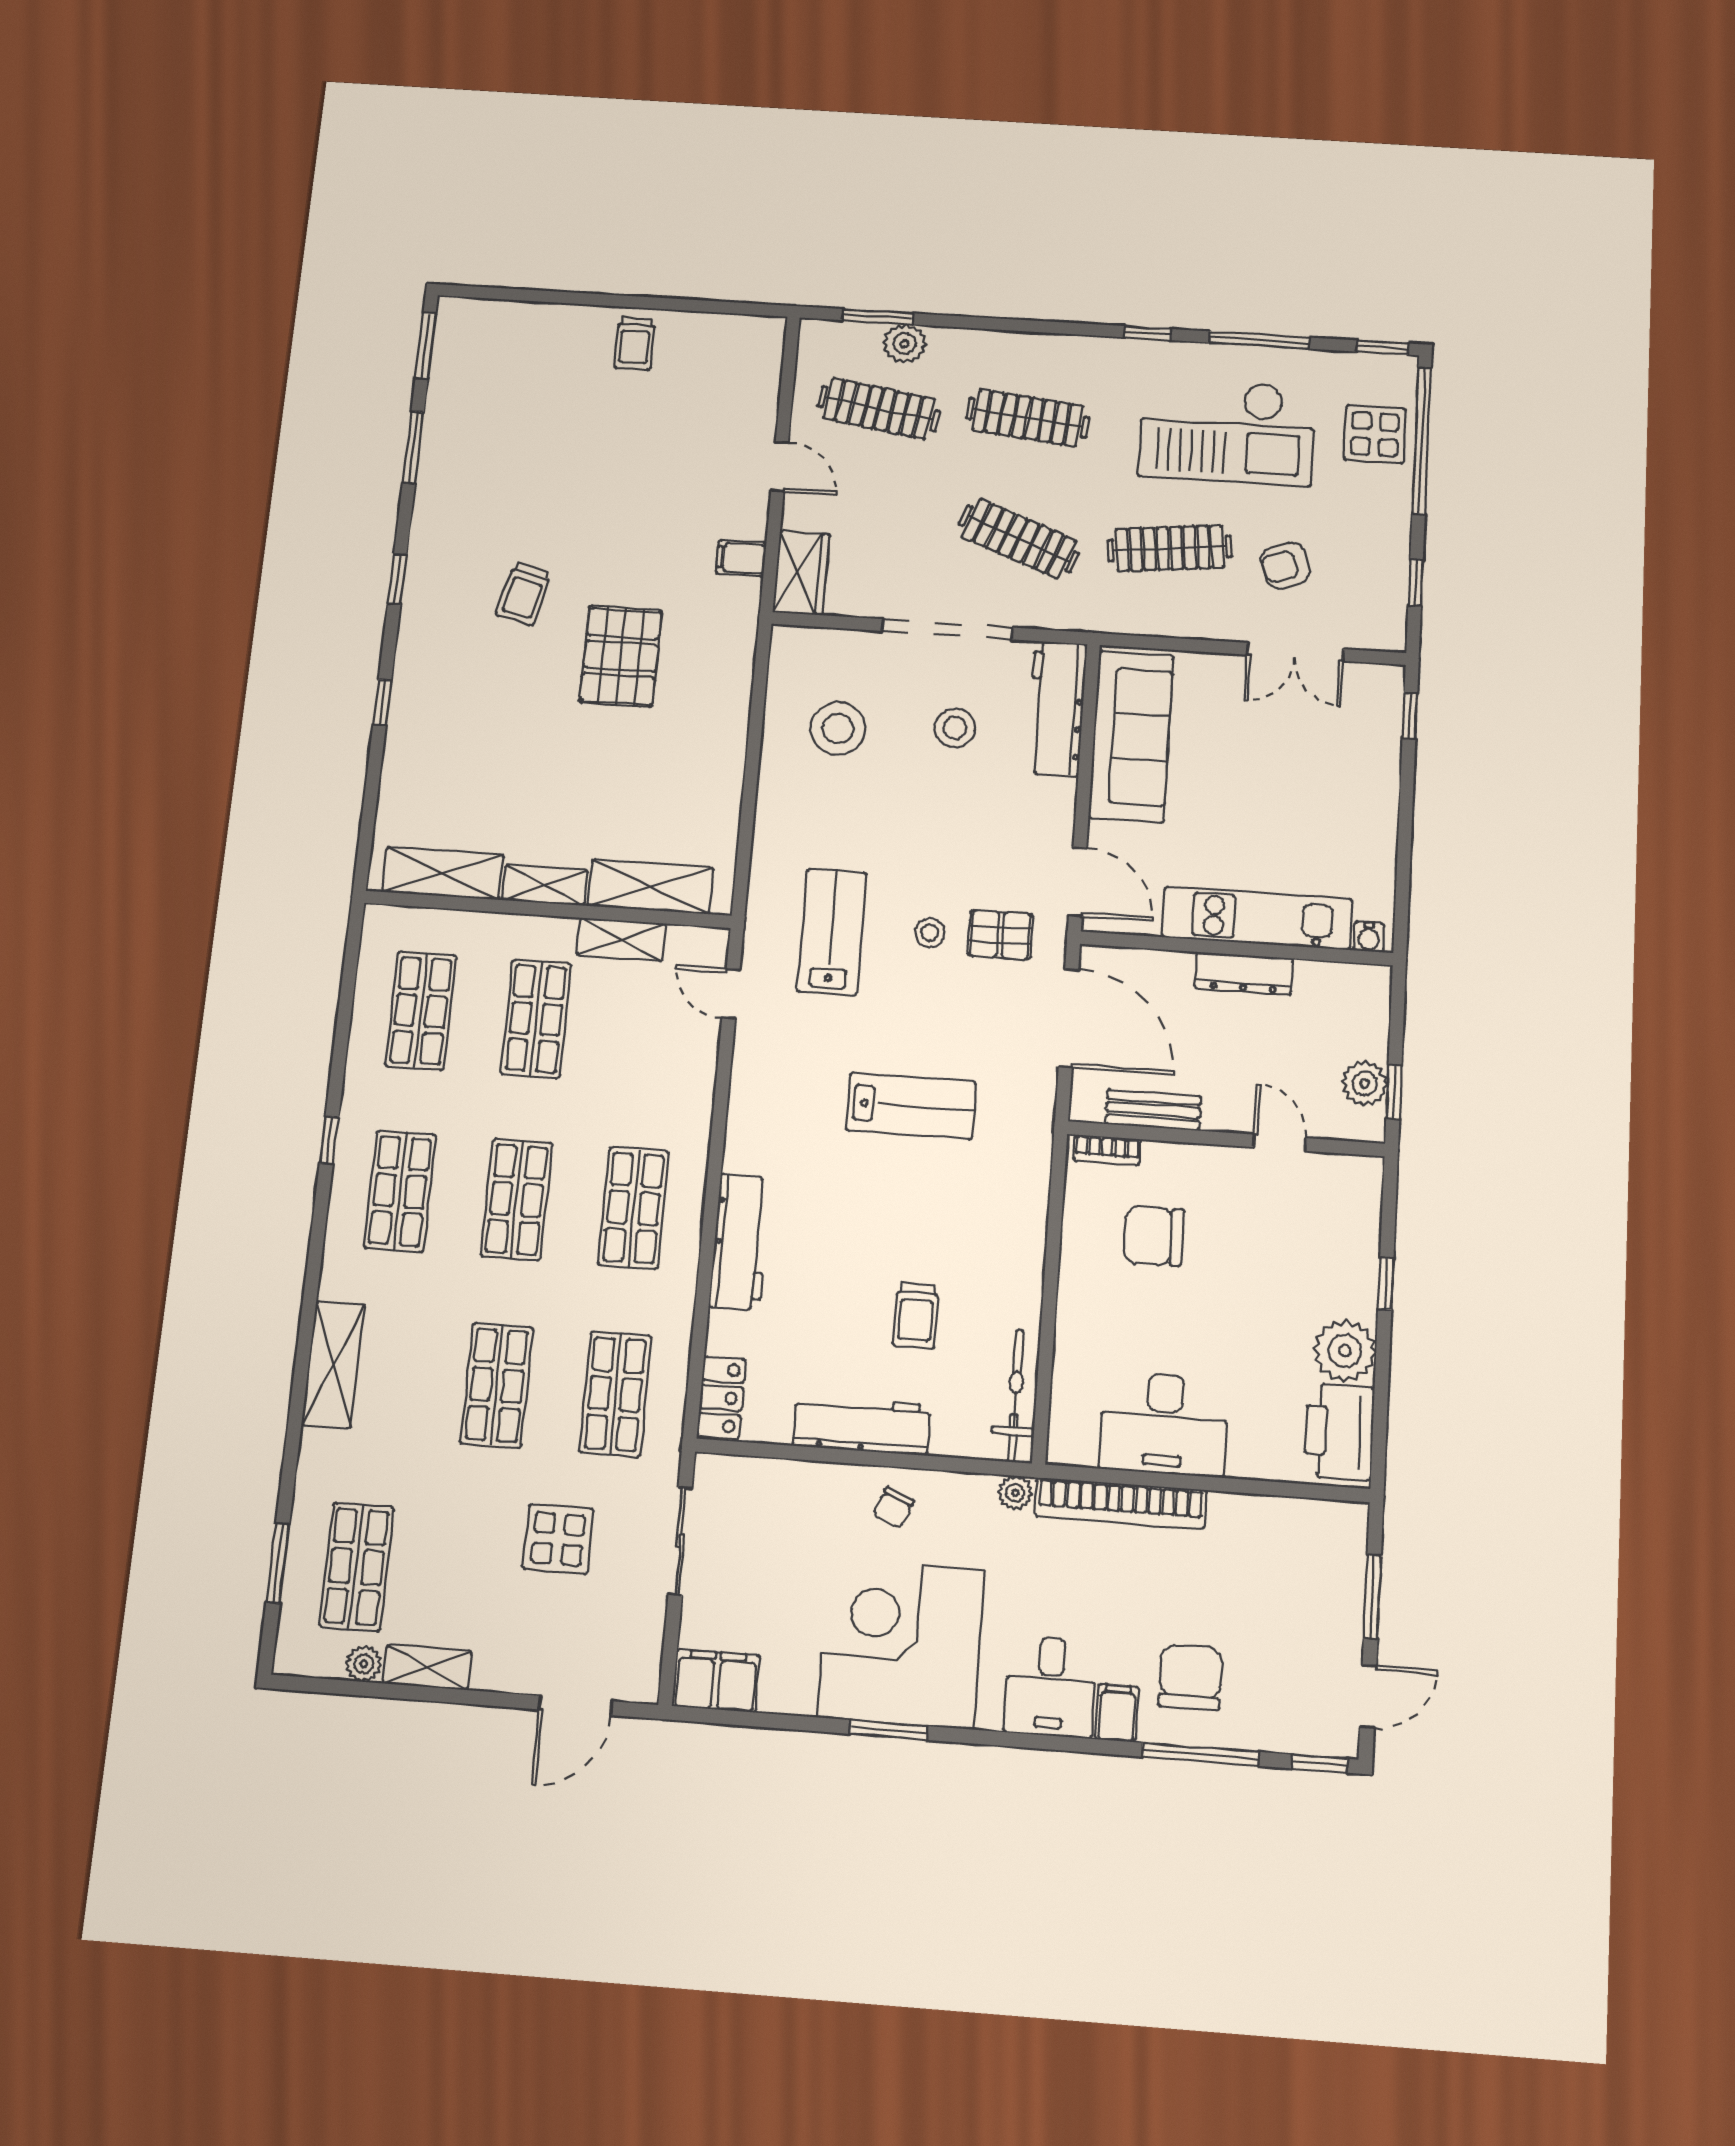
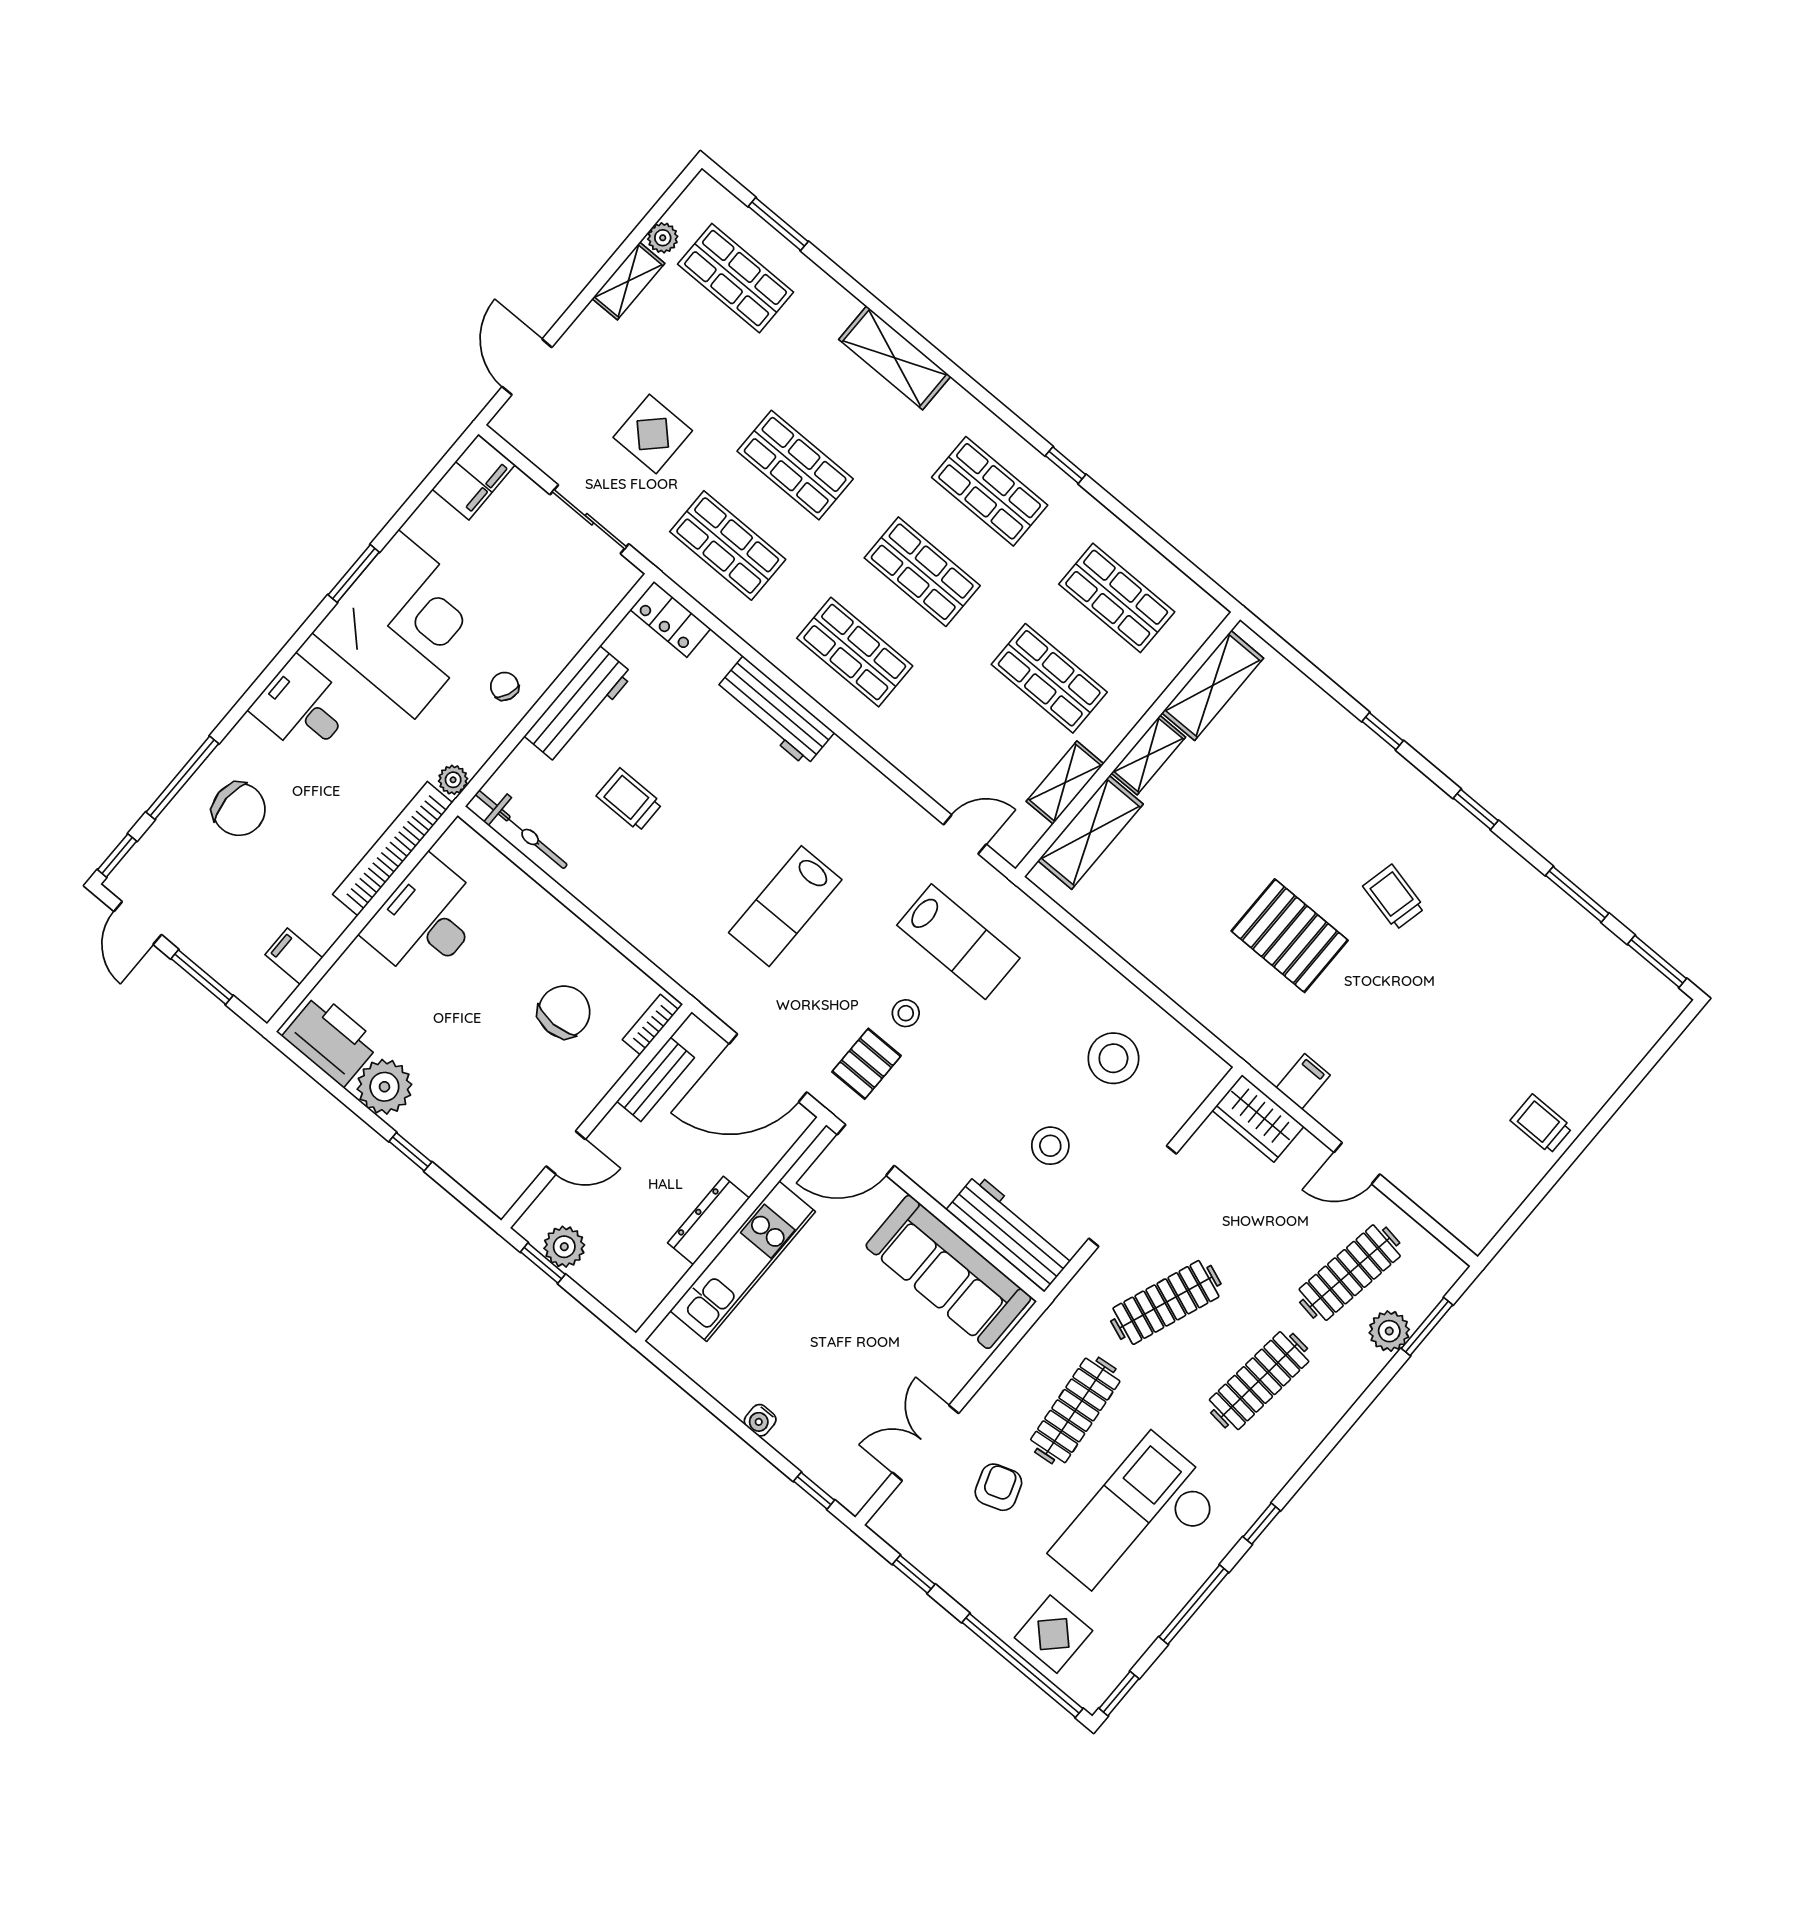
water cooler: (1369, 937) -> (760, 1420), moved, turned -90
filing cabinet: (1117, 1713) -> (294, 956), moved, turned 180

